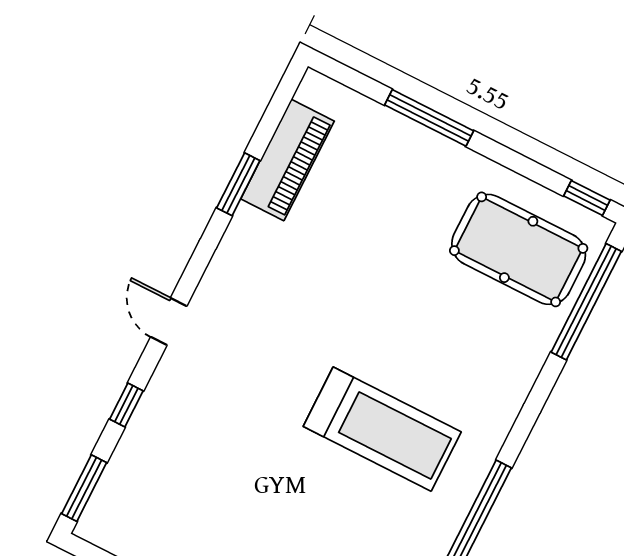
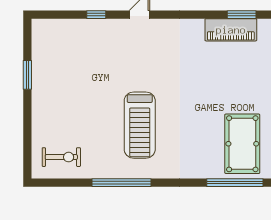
window: (238, 184) -> (242, 15), moved
window: (84, 488) -> (53, 15), removed

